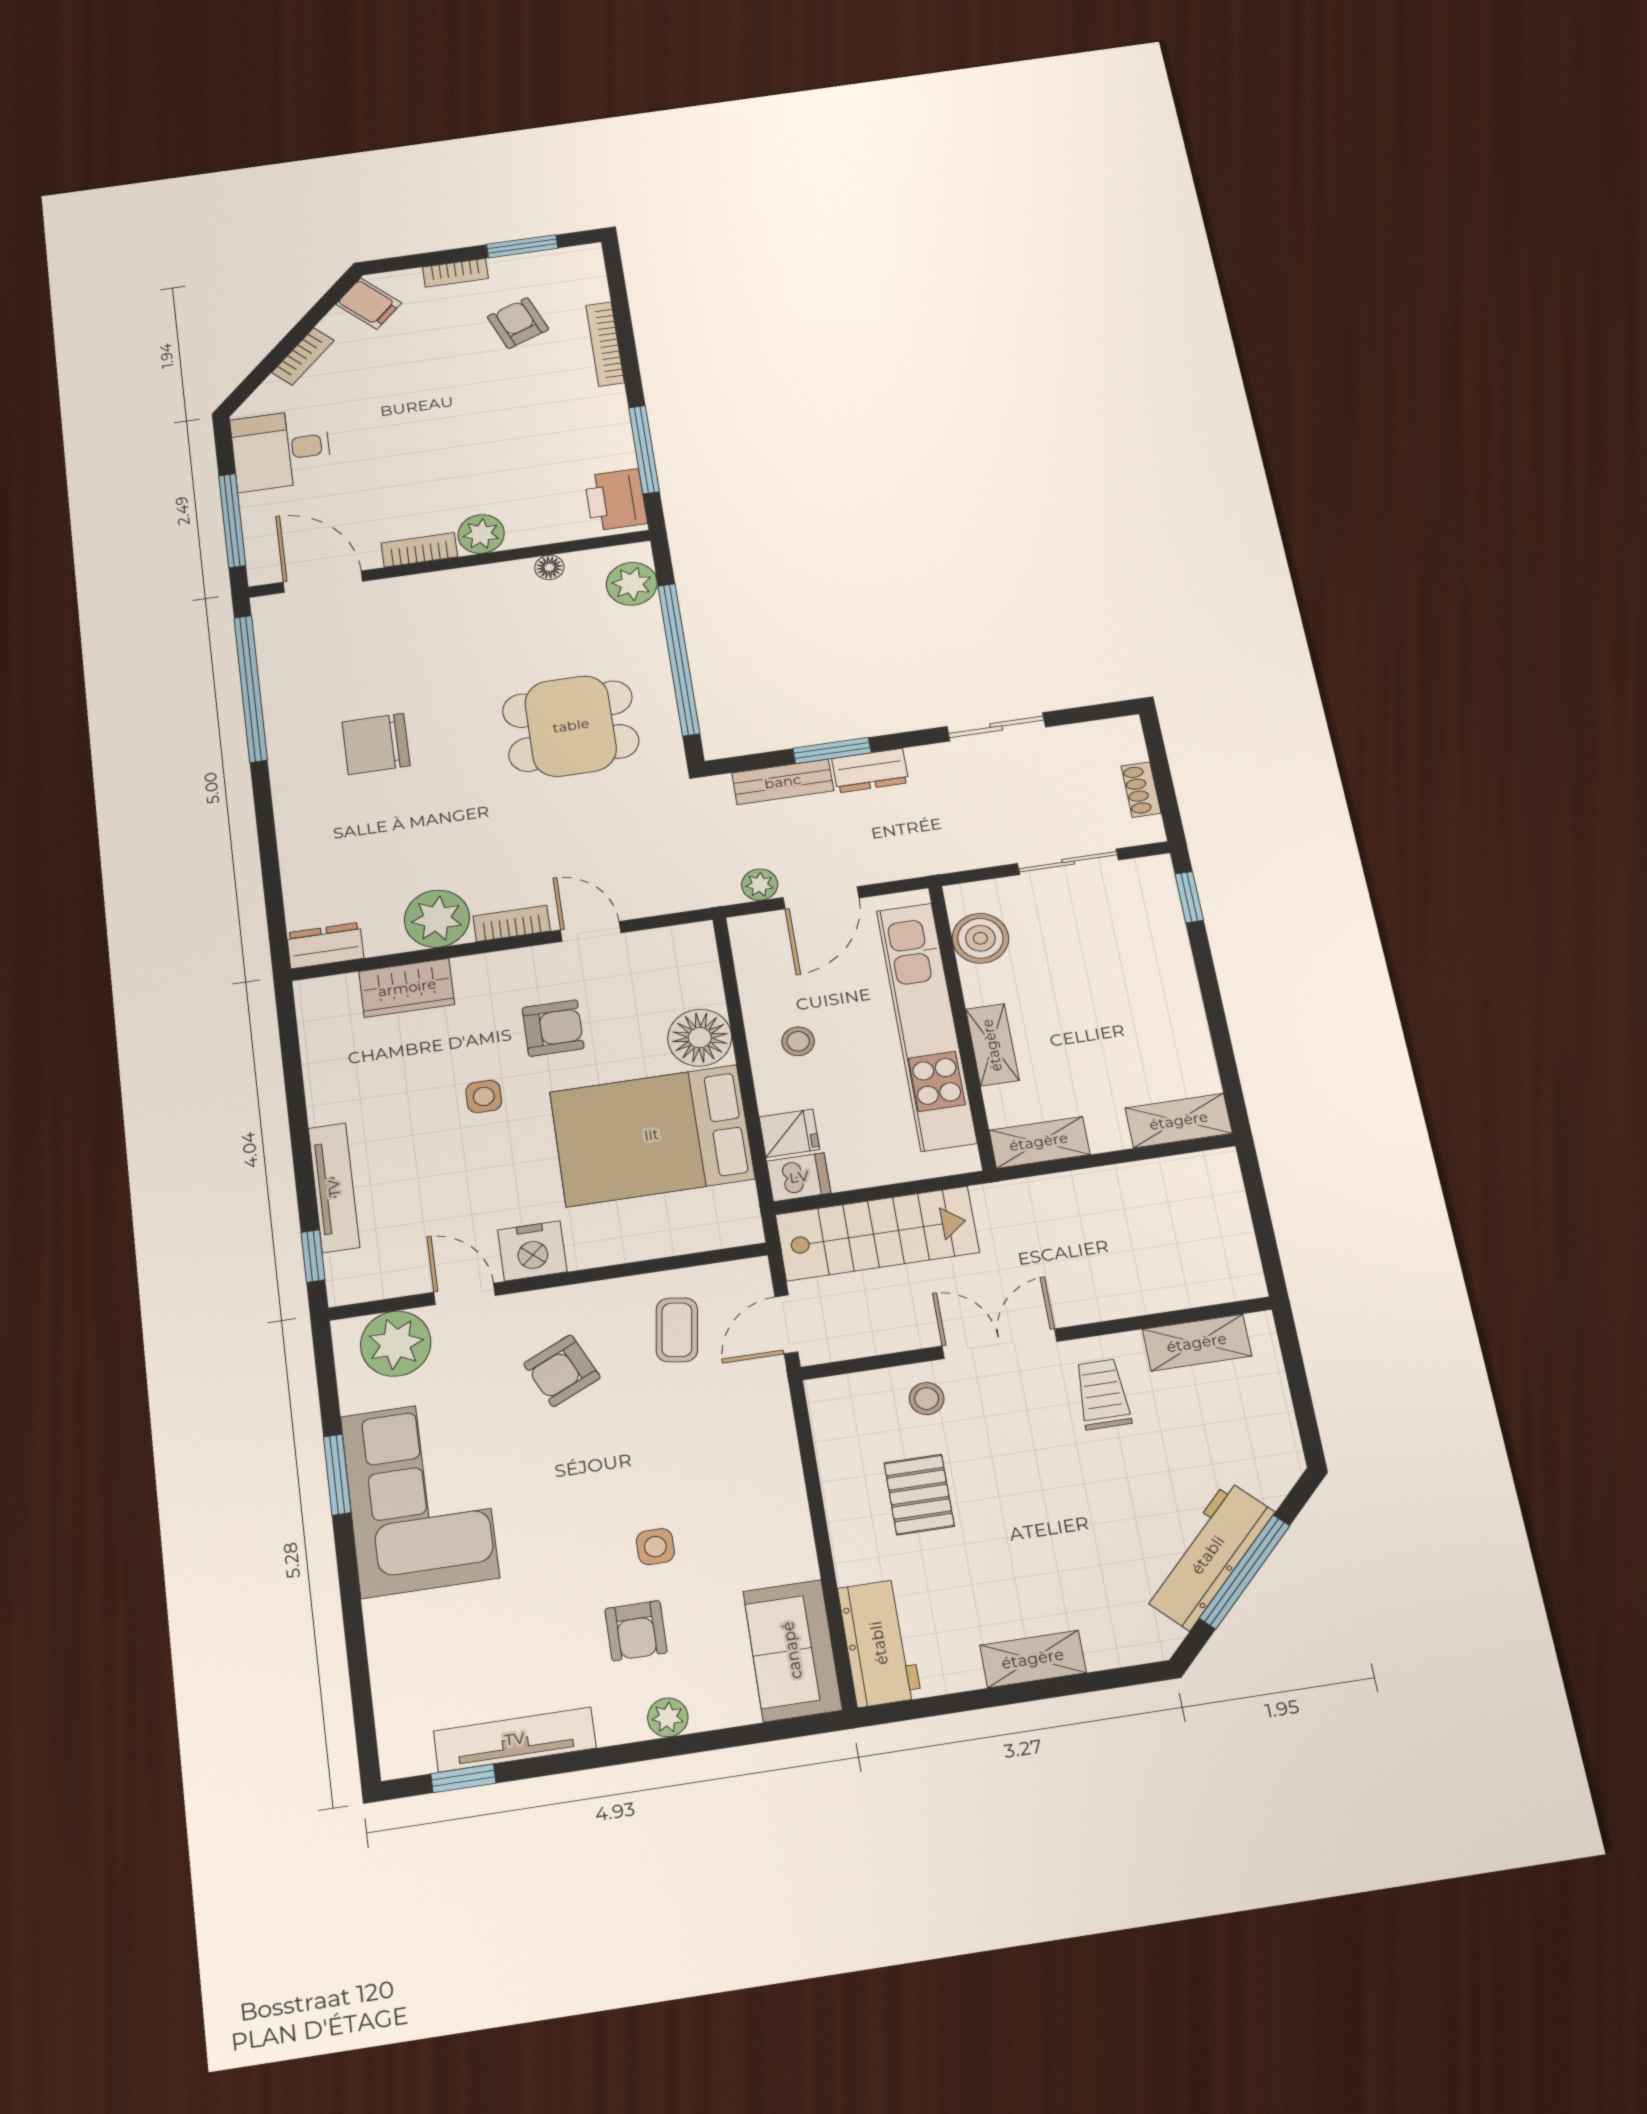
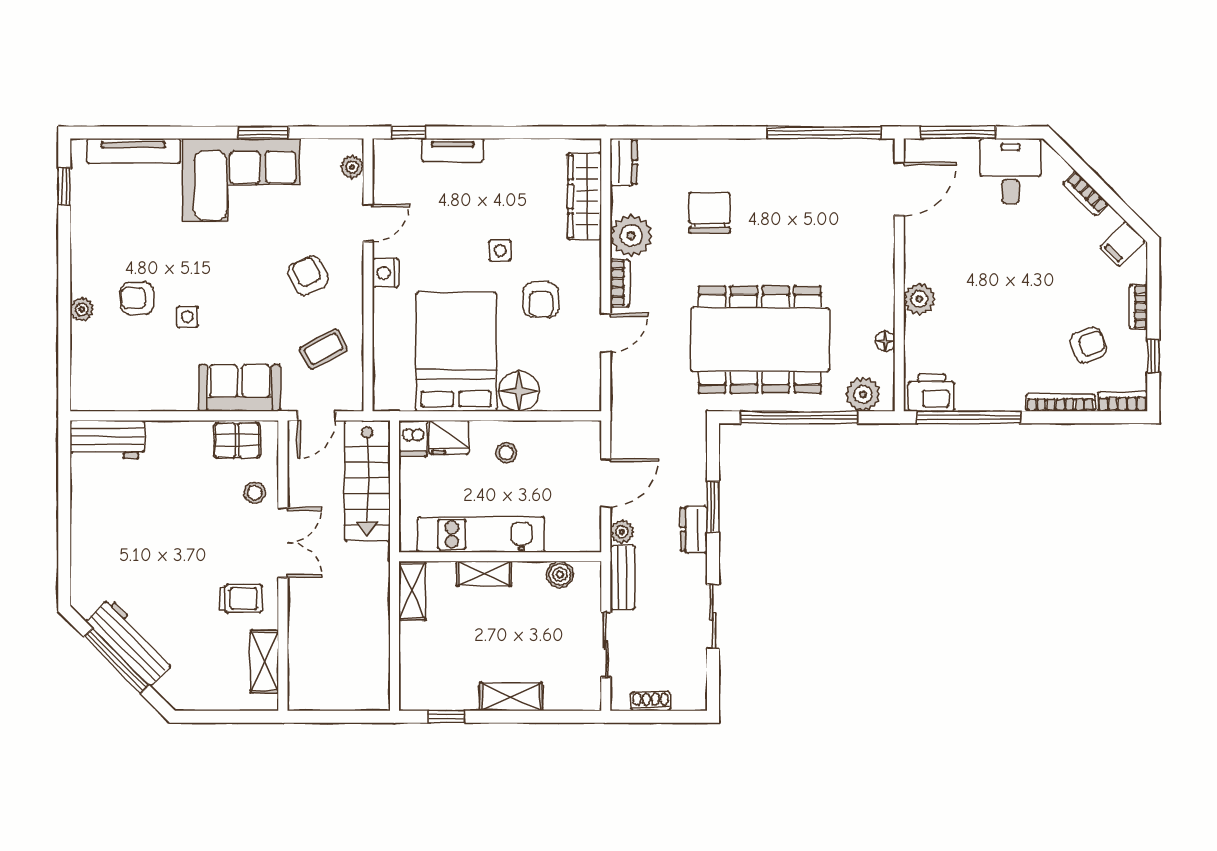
window: (522, 246) -> (1153, 356), width x0.67
window: (644, 450) -> (969, 417), width x1.46
bookcase: (419, 550) -> (1122, 401), moved, turned -90
dining table: (571, 726) -> (760, 340), width x1.88, depth x1.24
chair: (376, 744) -> (710, 213), moved
bench: (783, 782) -> (622, 578), moved
plant: (760, 885) -> (622, 532), moved
window: (1189, 897) -> (446, 717), moved
door: (821, 898) -> (606, 483), swing flipped
boiler: (980, 938) -> (560, 574), width x0.73, depth x0.73
wardrobe: (407, 988) -> (585, 196), width x1.50
kitchen unit: (926, 1026) -> (481, 535), width x0.73
shelving: (1179, 1121) -> (511, 697), moved, turned 90
fridge: (789, 1133) -> (449, 437), width x1.38
tv unit: (334, 1188) -> (453, 150), width x0.71
nightstand: (532, 1251) -> (386, 273), width x0.74, depth x0.75
door: (786, 1324) -> (316, 416), swing flipped
coffee table: (677, 1330) -> (323, 349), turned -36
plant: (396, 1344) -> (352, 167), width x0.53, depth x0.53
pallet: (919, 1494) -> (237, 440), moved
sofa: (792, 1650) -> (240, 388), moved
shelving: (1033, 1659) -> (83, 527), removed
tv unit: (515, 1739) -> (133, 151), moved, turned 90

